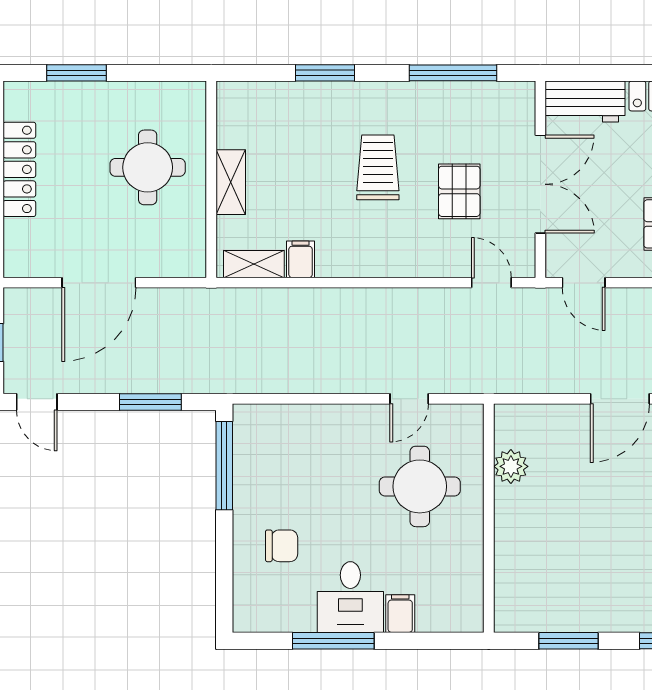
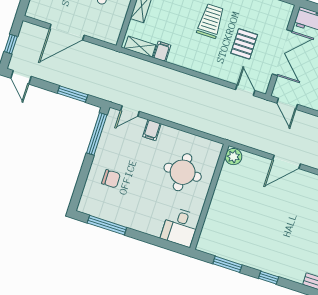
door: (409, 399) -> (130, 111), moved
plant: (511, 466) -> (233, 157), moved
desk: (350, 597) -> (180, 227), moved
filing cabinet: (400, 614) -> (152, 130), moved, turned 180
window: (333, 641) -> (107, 225), moved

